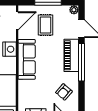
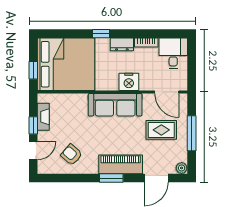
window: (81, 62) -> (111, 178), width x0.47

